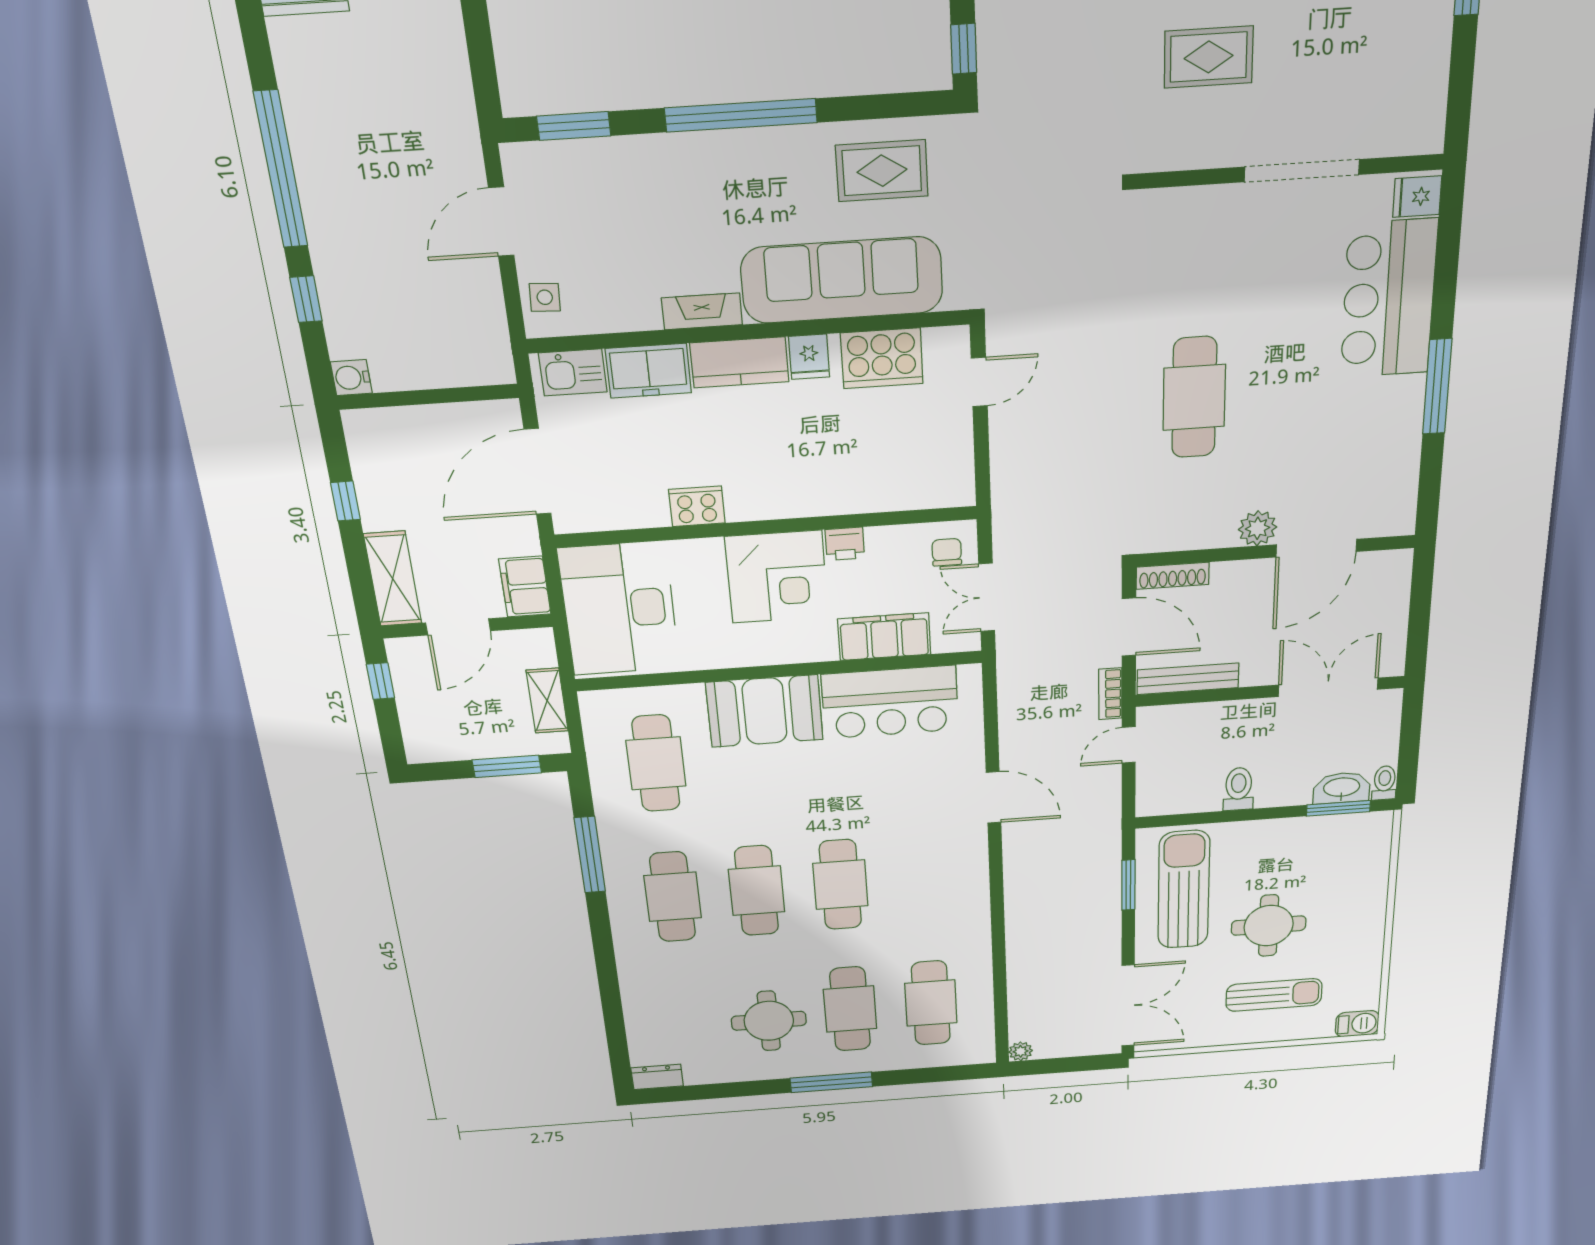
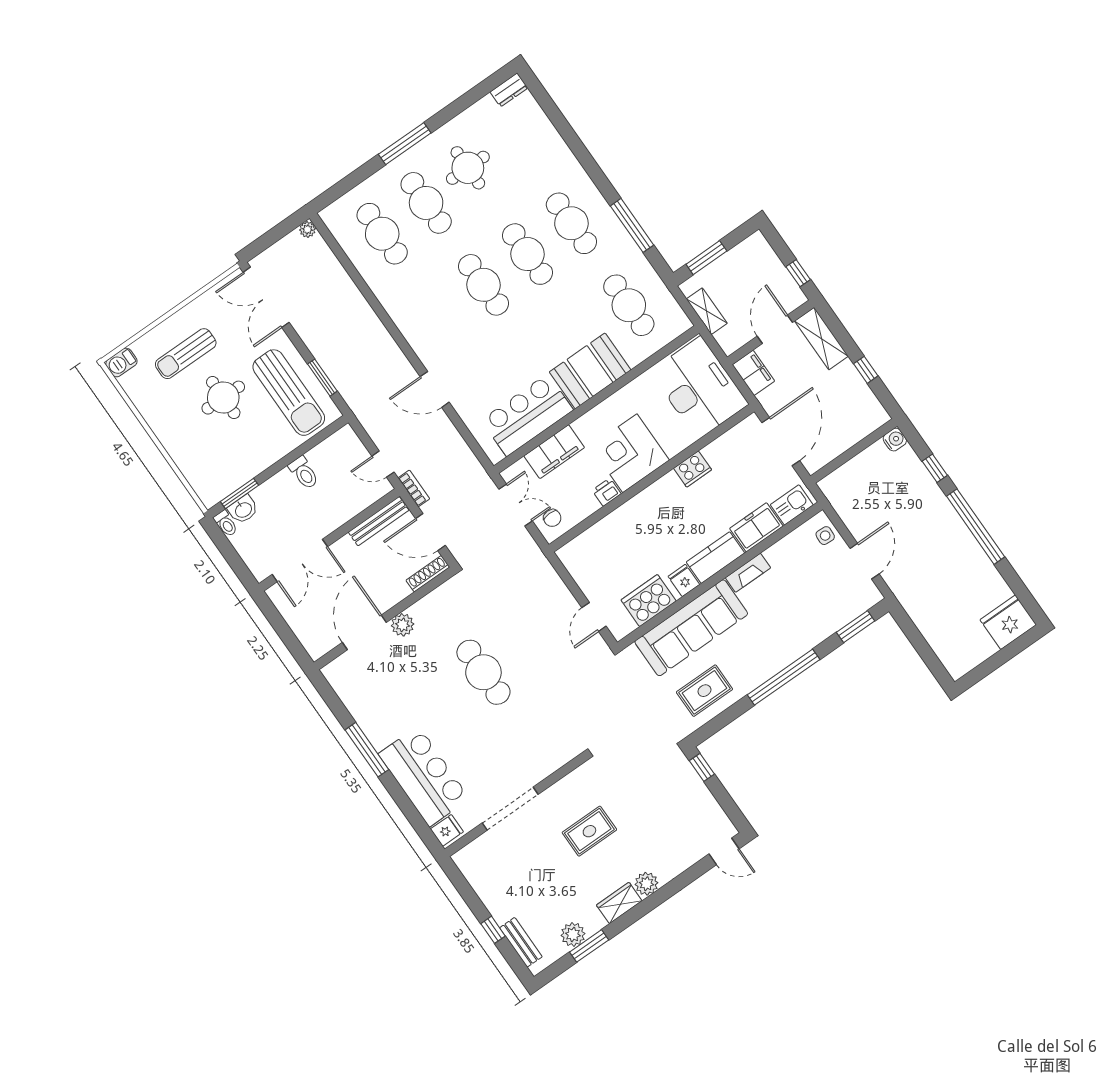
door: (1129, 745) -> (383, 464), swing flipped
washbasin: (1342, 788) -> (243, 509), width x0.72

